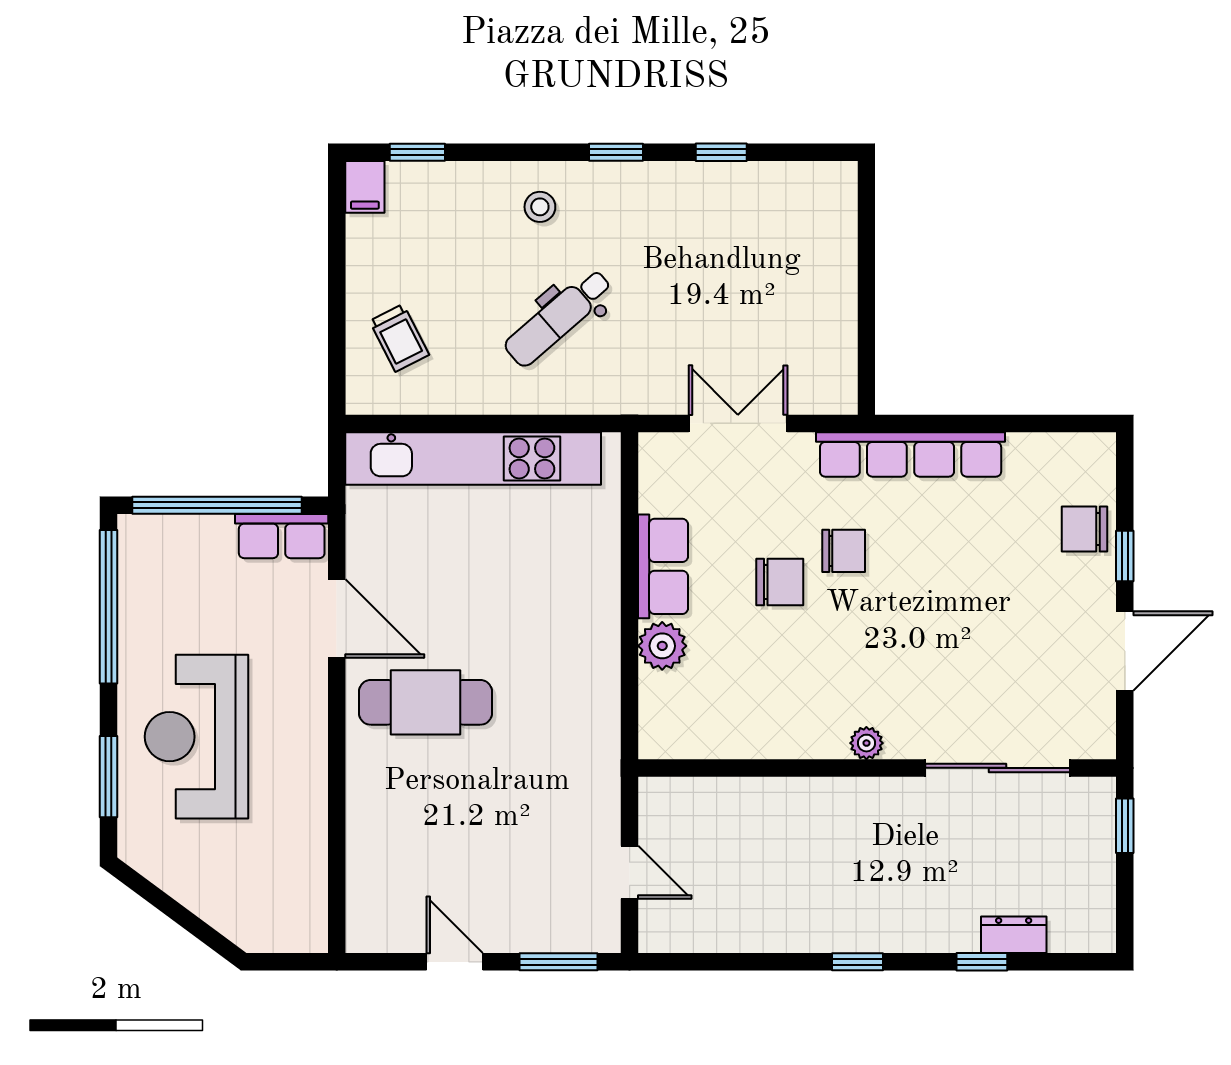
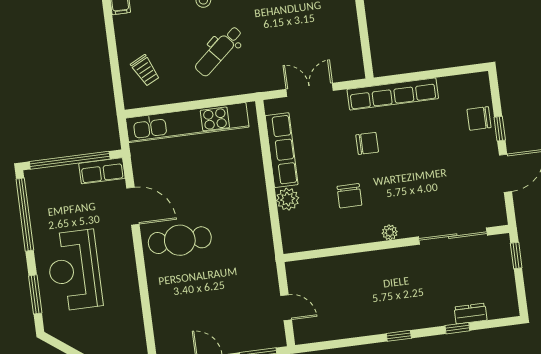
row of seats: (663, 566) -> (282, 150), width x1.48
chair: (780, 582) -> (349, 196), moved, turned 90

